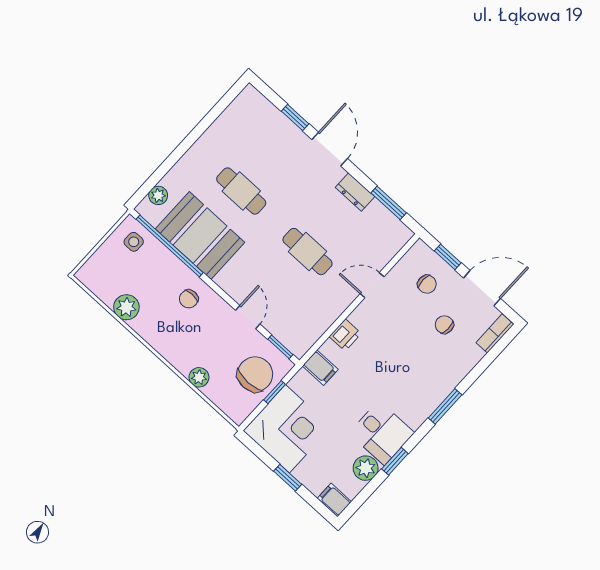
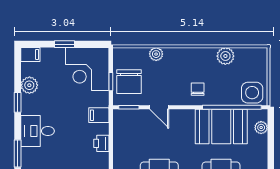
side table: (134, 242) -> (252, 93), width x1.87, depth x1.87
desk: (382, 433) -> (38, 131), moved

